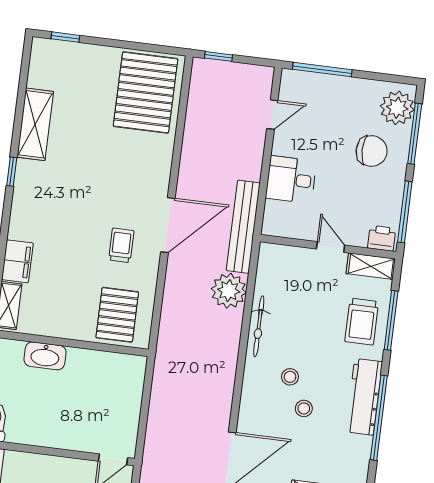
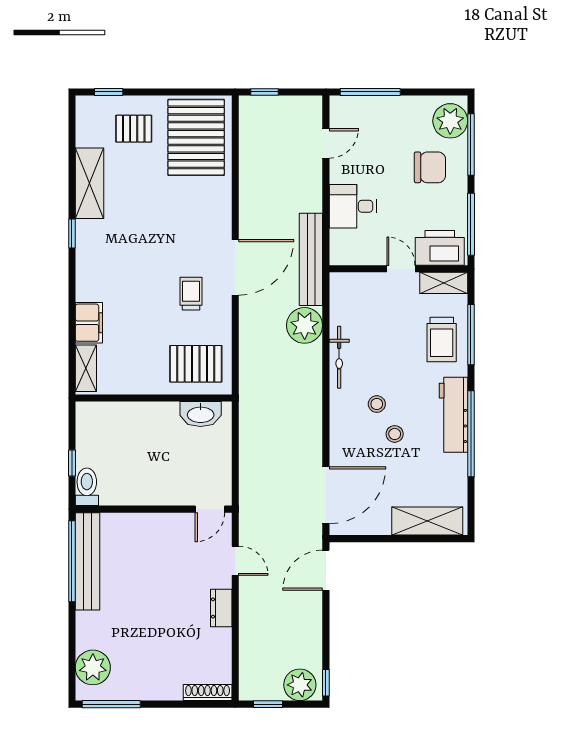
pallet: (85, 76) -> (134, 129), added
printer: (382, 238) -> (440, 248), width x1.87, depth x1.48
pallet: (117, 315) -> (196, 364), turned 90
washbasin: (45, 356) -> (201, 414), moved

